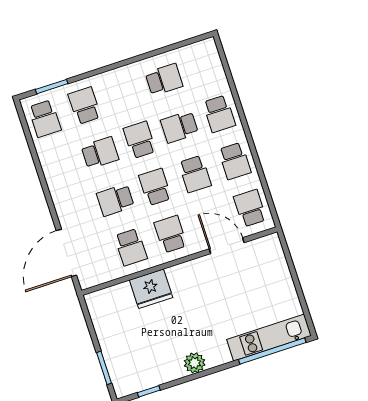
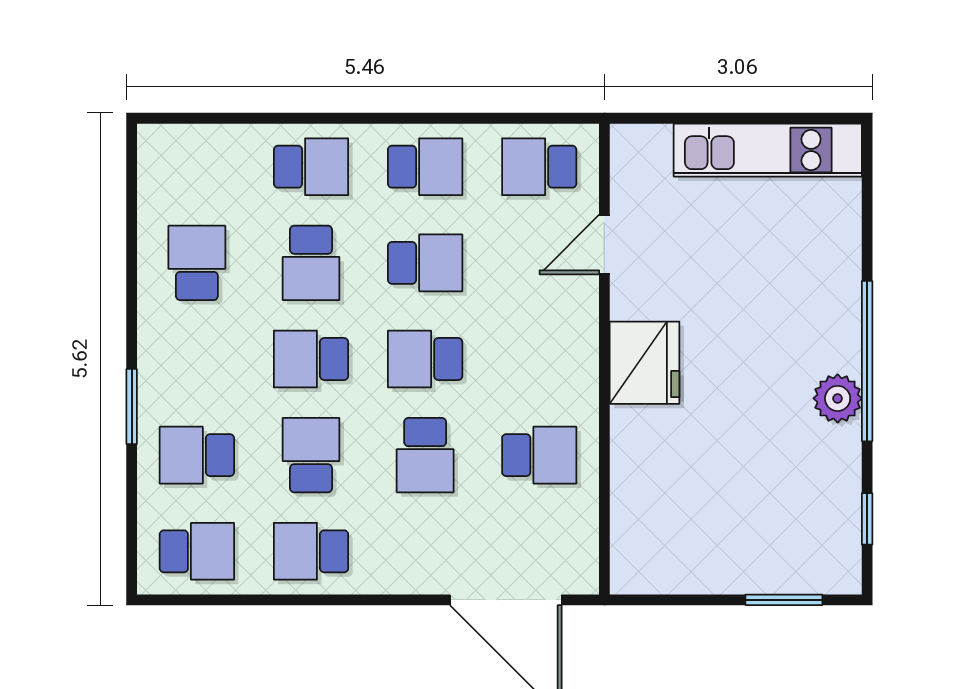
window: (52, 87) -> (132, 407), moved
school desk: (171, 234) -> (311, 551), moved
door: (227, 246) -> (604, 244), width x0.73
fridge: (151, 289) -> (645, 363), moved
kitchen unit: (269, 338) -> (768, 150), moved, turned -90
window: (272, 351) -> (867, 361), moved

